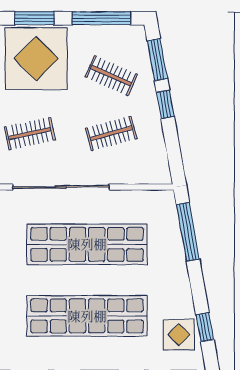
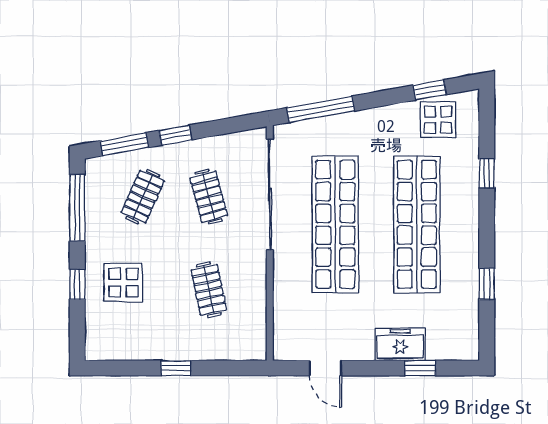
window: (34, 18) -> (77, 284), width x0.67
display table: (36, 59) -> (123, 283), width x0.54, depth x0.54
sliding door: (61, 187) -> (270, 194), moved

